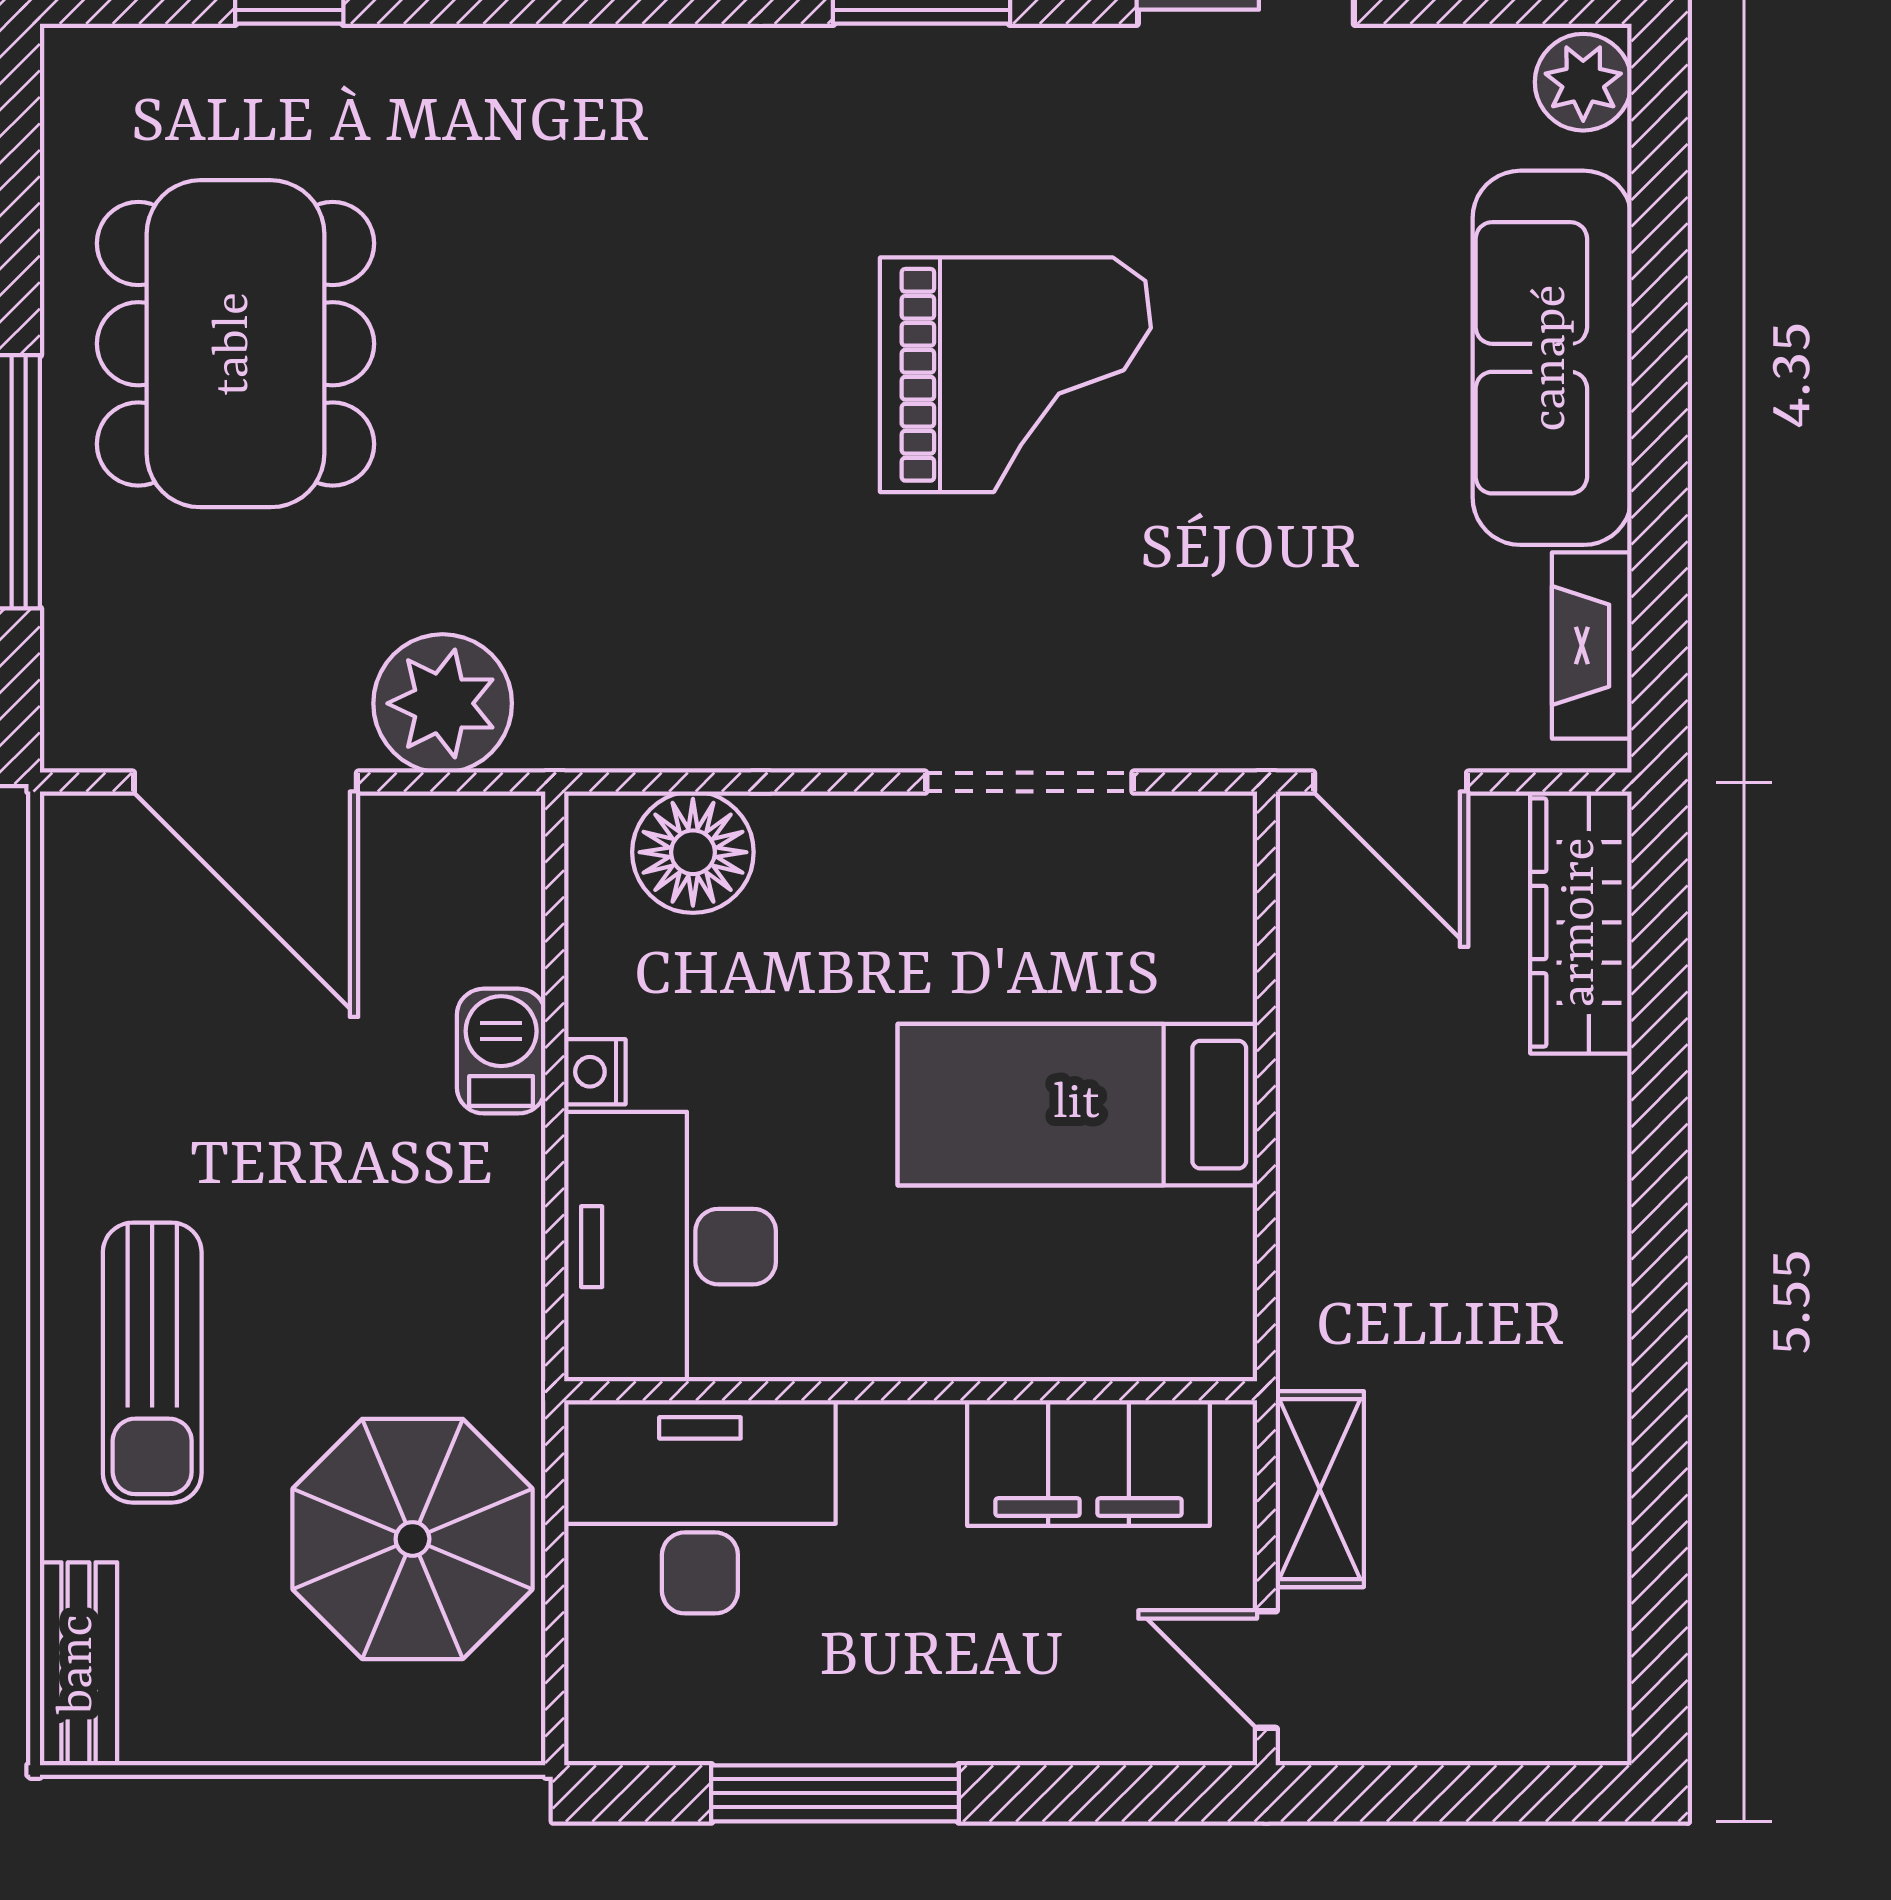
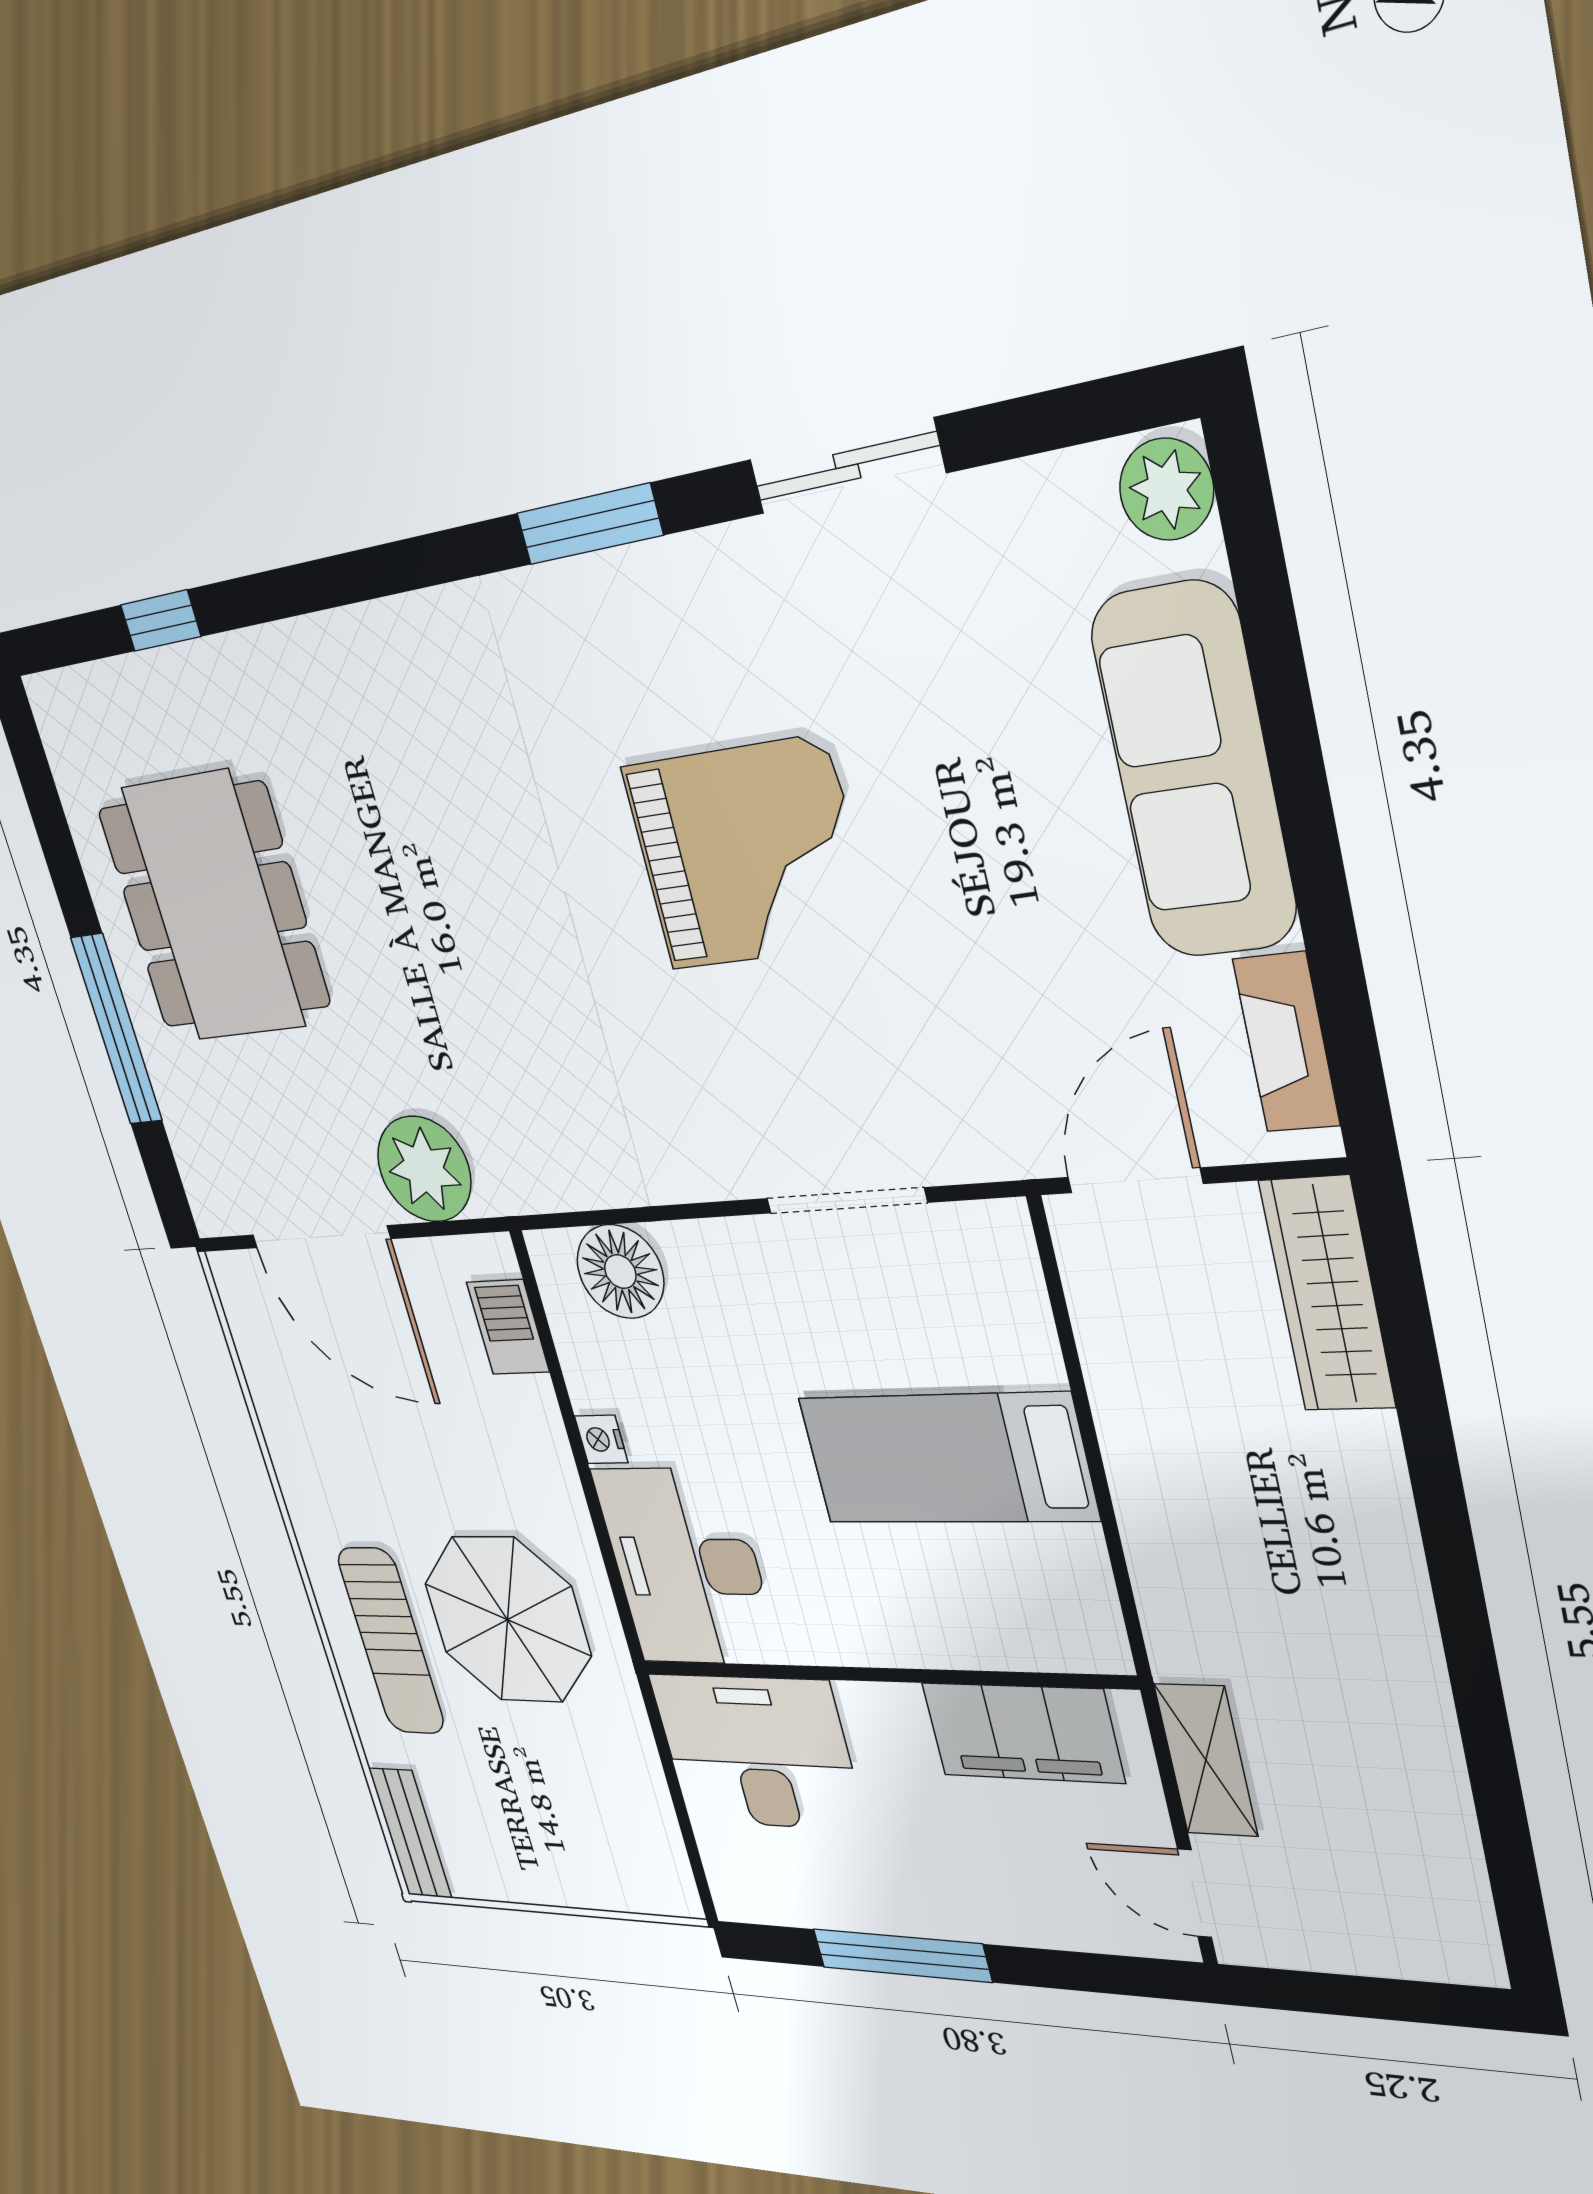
door: (1391, 782) -> (1135, 1180), swing flipped
barbecue: (501, 1051) -> (508, 1327), moved
parasol: (412, 1539) -> (507, 1620), moved

